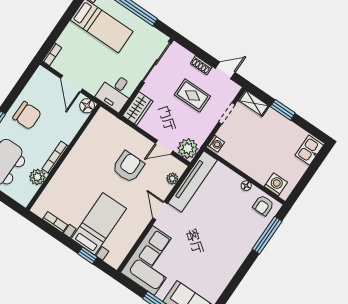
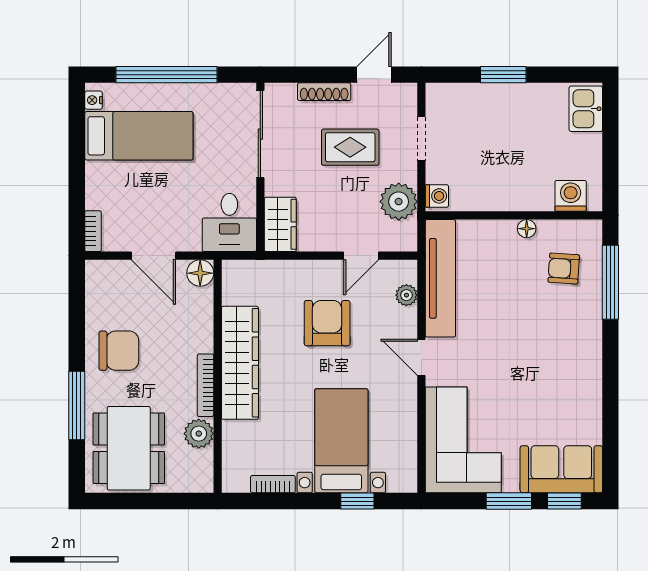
shoe rack: (201, 65) -> (324, 92), width x1.43
shelving: (254, 103) -> (452, 95), removed
plant: (188, 148) -> (399, 202), moved
wardrobe: (77, 158) -> (240, 363), added
armchair: (263, 205) -> (564, 269), moved, turned 94

